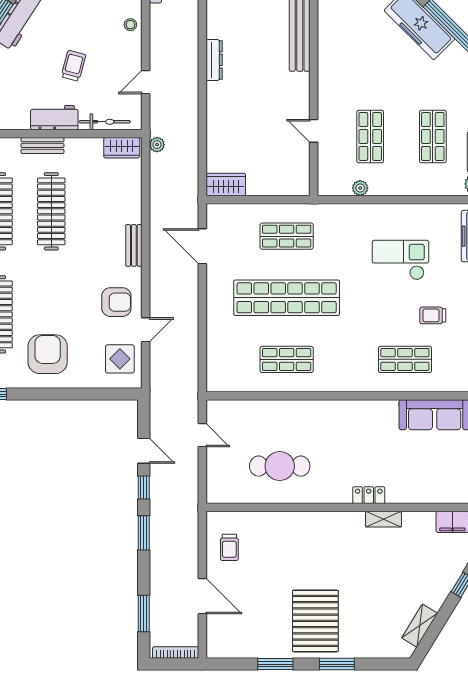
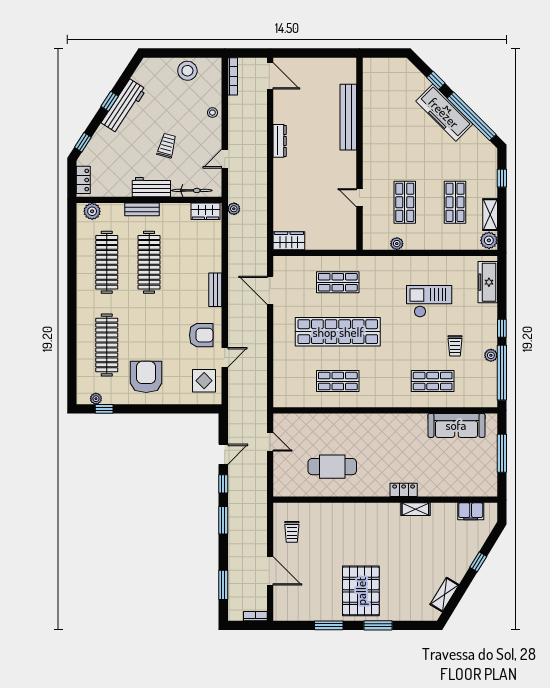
trolley: (433, 315) -> (455, 346), turned -90
door: (144, 451) -> (223, 454), hinge flipped
bookcase: (176, 652) -> (255, 616), width x0.64

